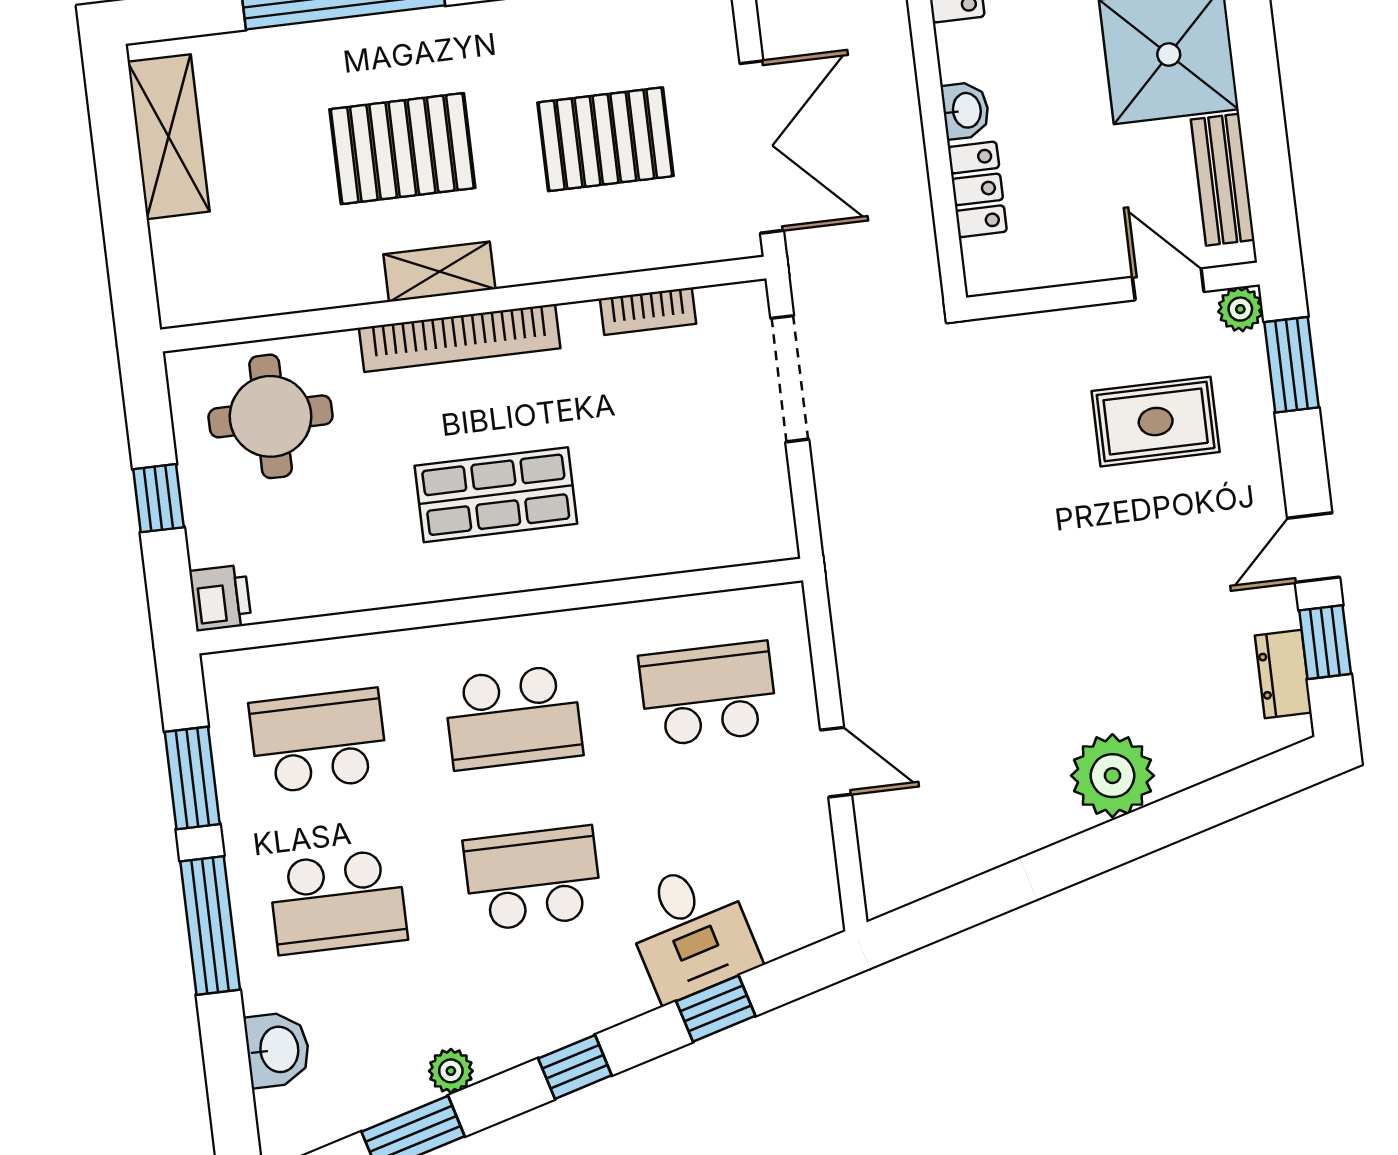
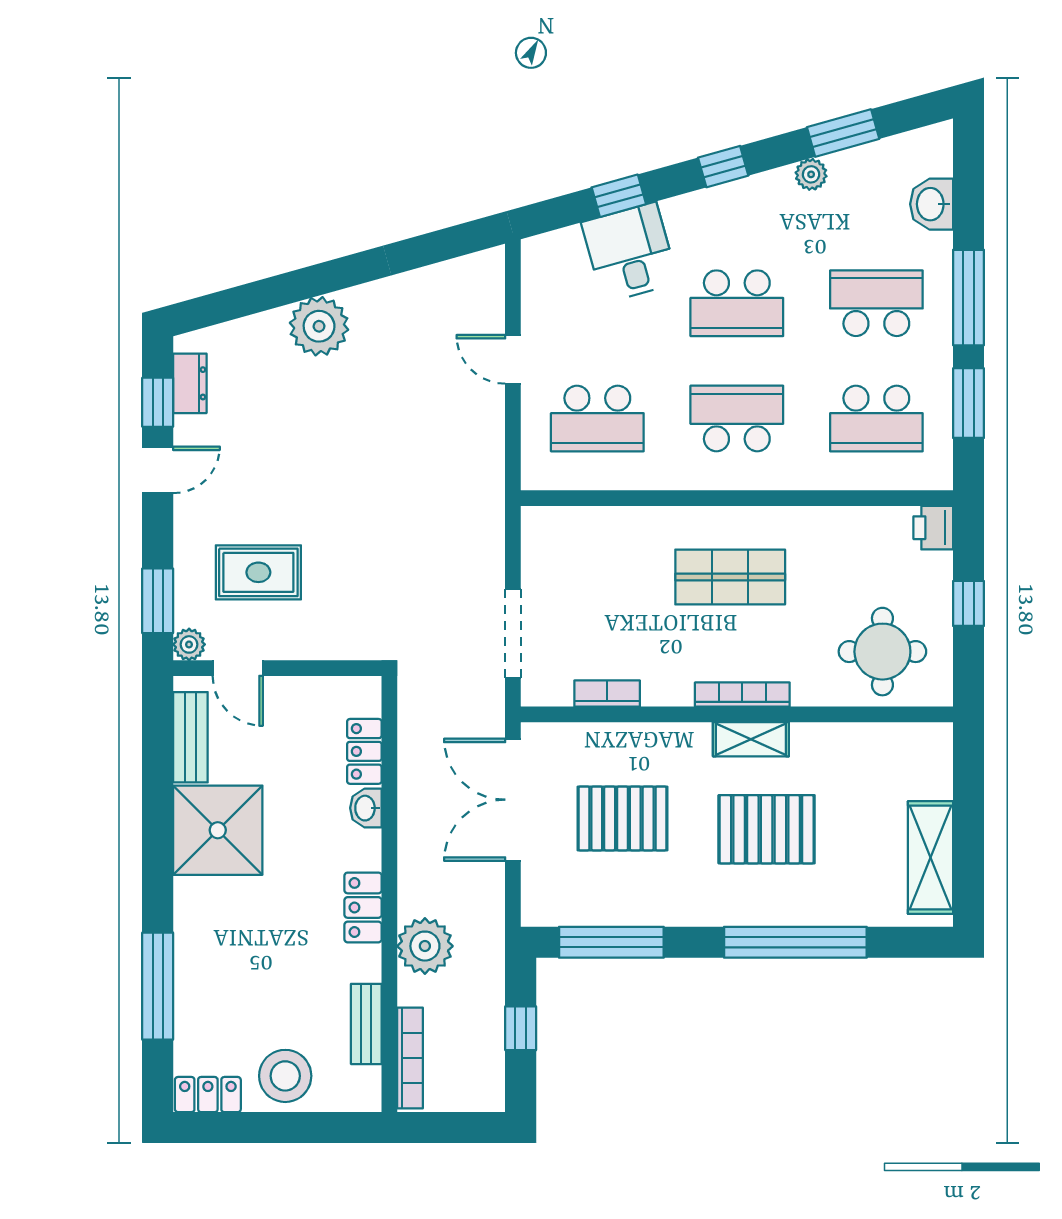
bookcase: (460, 338) -> (742, 695), width x0.68, depth x0.76

